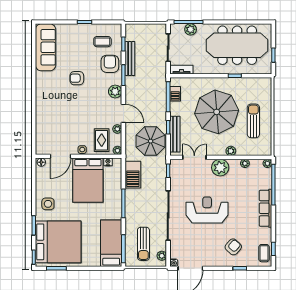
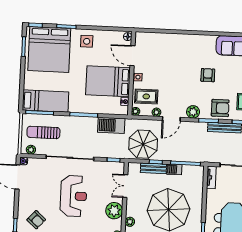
barbecue: (175, 94) -> (174, 169), moved
bench: (175, 134) -> (153, 168), width x0.73
double door: (194, 157) -> (125, 186), swing flipped

